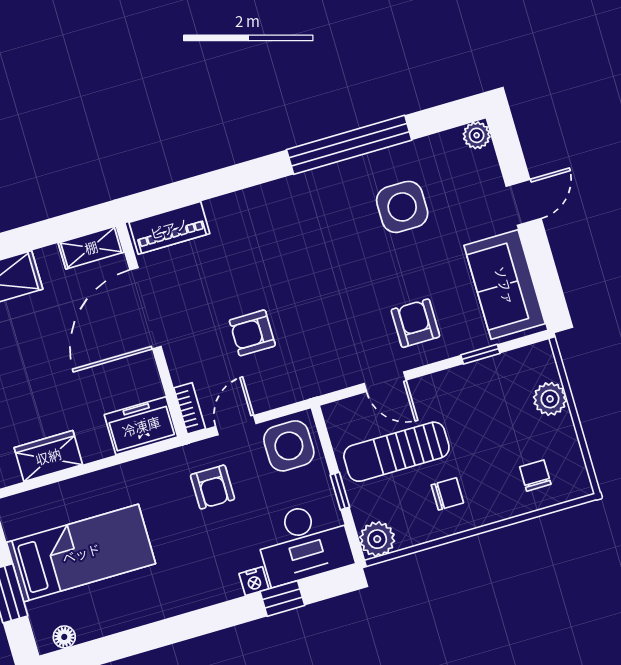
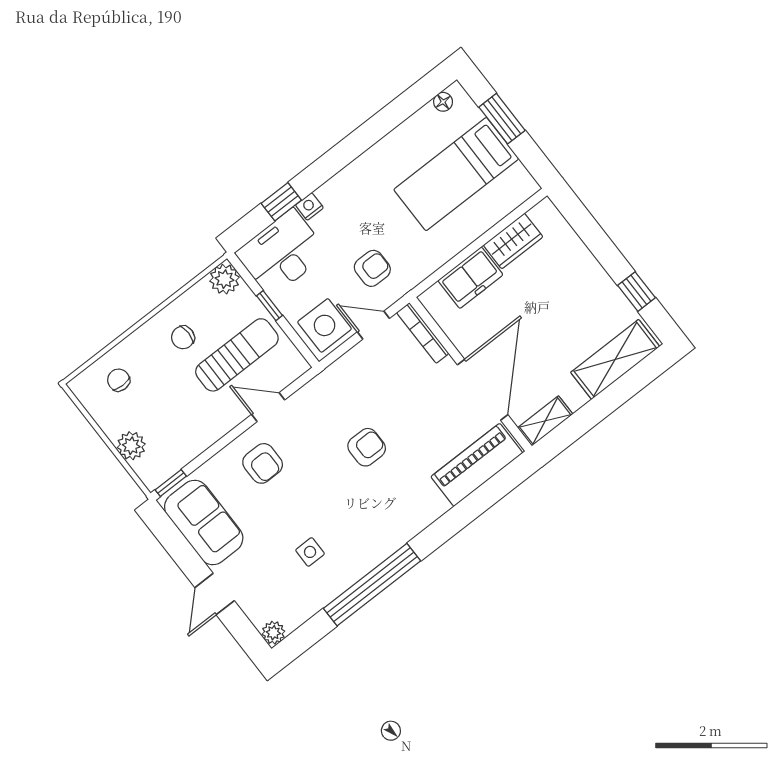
side table: (402, 207) -> (310, 552), width x0.54, depth x0.54
piano: (169, 228) -> (477, 465), width x1.37, depth x1.33
armchair: (252, 333) -> (367, 447), moved
window: (480, 354) -> (171, 483), moved
bookcase: (190, 408) -> (423, 333), width x1.56
door: (236, 425) -> (373, 325), swing flipped
freezer: (141, 426) -> (470, 278), moved
chair: (535, 476) -> (119, 380), turned 180
armchair: (213, 487) -> (372, 268), turned 90

